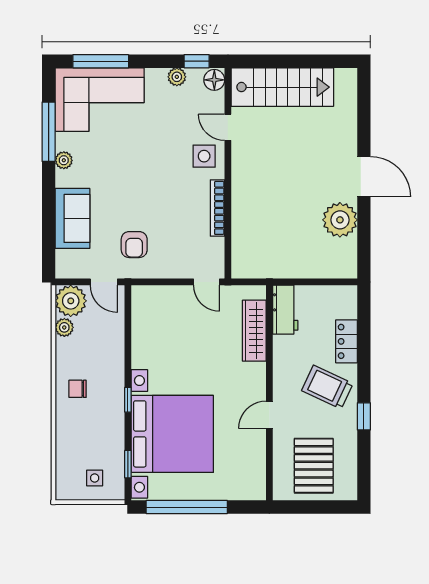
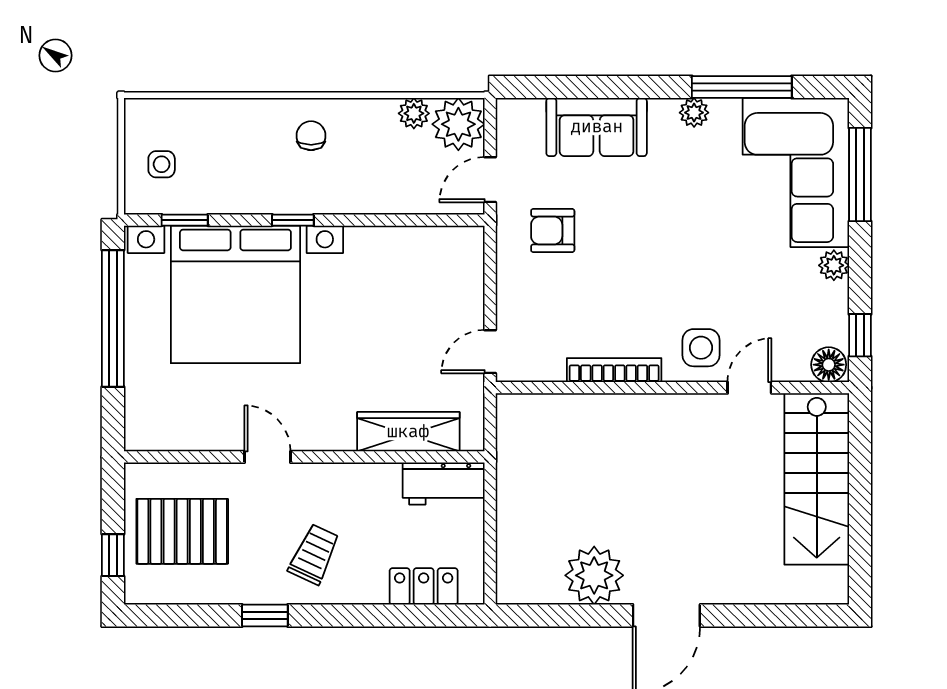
plant: (177, 77) -> (834, 265), moved
locker: (346, 341) -> (424, 586), moved
trolley: (327, 387) -> (314, 554), width x0.73, depth x0.72
window: (328, 507) -> (113, 555), added

